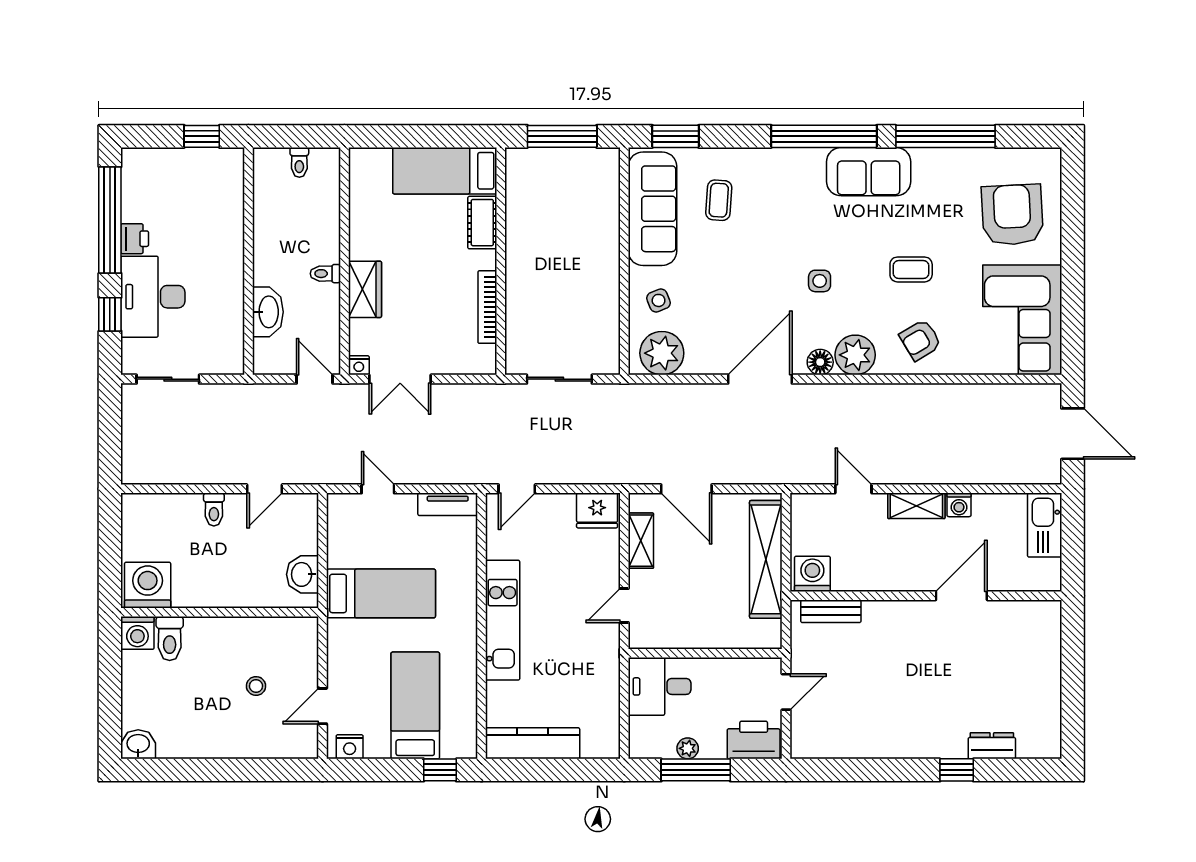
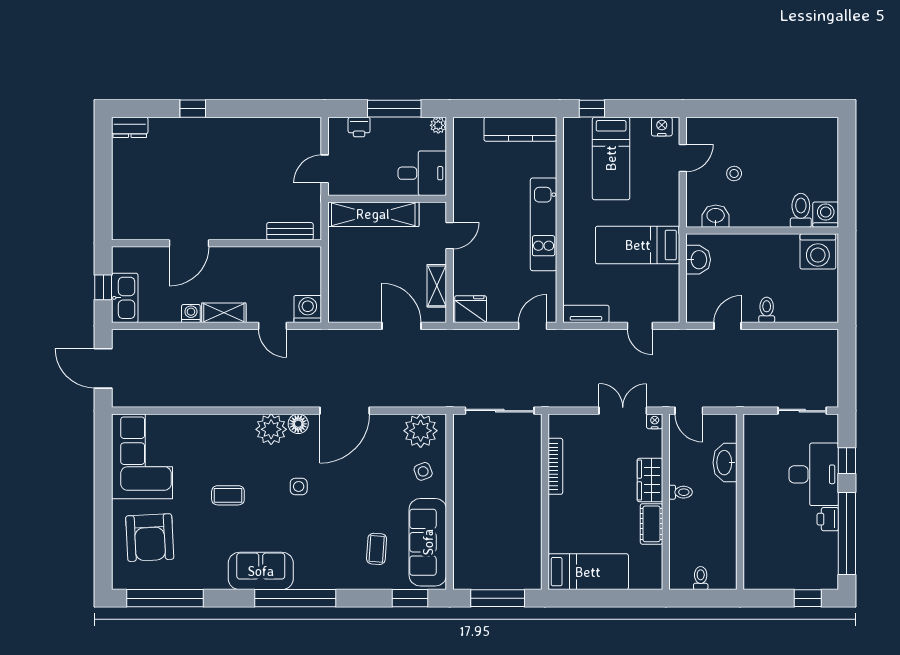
window: (202, 136) -> (808, 598), moved
window: (945, 136) -> (165, 598), moved
cot: (482, 223) -> (652, 524), moved
armchair: (920, 340) -> (221, 441), removed
sliding door: (559, 379) -> (500, 411), width x1.37
window: (1073, 539) -> (103, 287), added
shelving: (766, 559) -> (373, 214), moved, turned 90
washing machine: (812, 574) -> (308, 309), moved, turned 180
printer: (754, 740) -> (359, 127), width x0.53, depth x0.68
washbasin: (138, 744) -> (716, 216), moved, turned 180
dresser: (992, 746) -> (130, 127), moved
plant: (688, 748) -> (438, 125), moved

